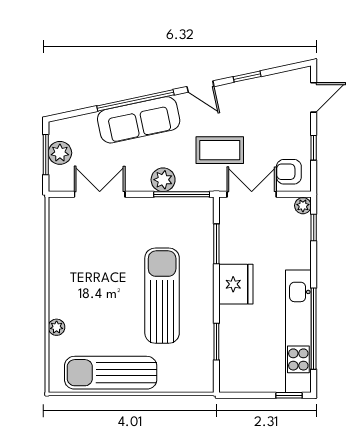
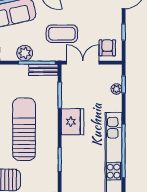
armchair: (289, 172) -> (107, 48), turned 90
bench: (192, 205) -> (43, 70), added
plant: (303, 206) -> (117, 89), moved

